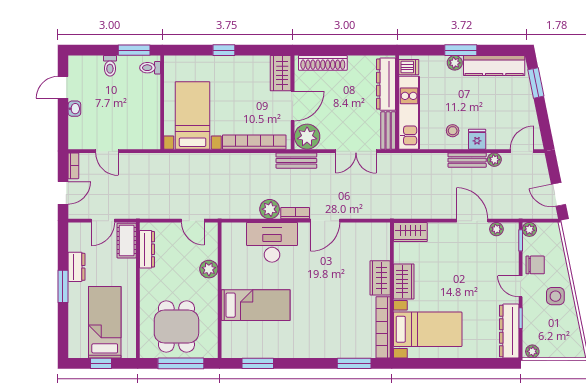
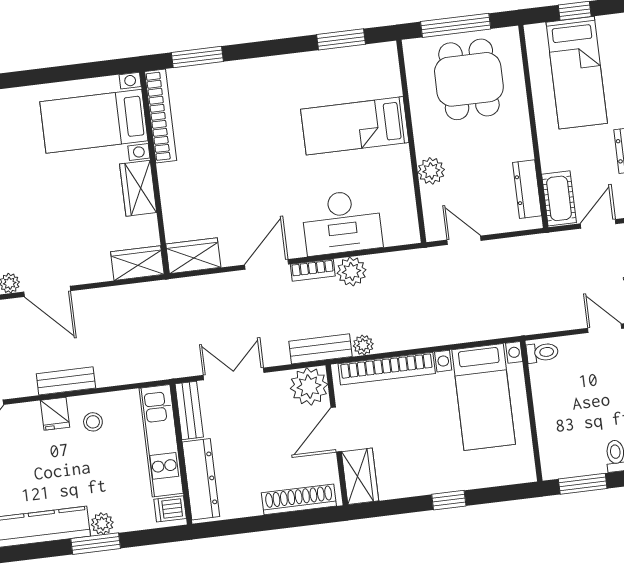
toilet: (150, 68) -> (542, 352), moved
plant: (494, 160) -> (363, 345), moved
wardrobe: (380, 278) -> (193, 256), moved, turned -90

